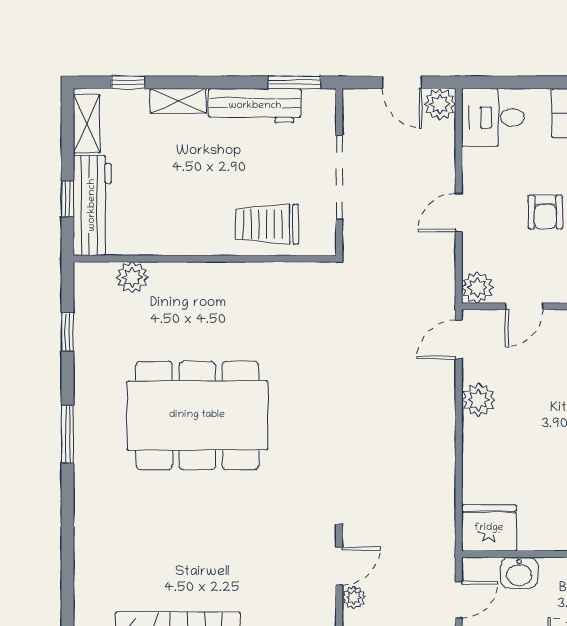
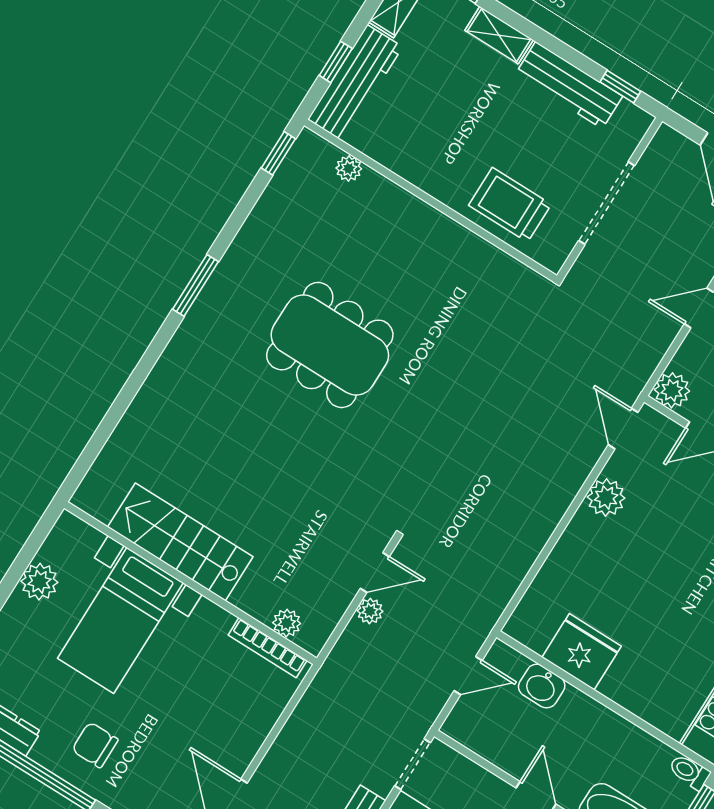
window: (294, 82) -> (620, 87), width x0.67
plant: (132, 277) -> (349, 168), width x0.73, depth x0.73
window: (68, 332) -> (278, 153), moved
door: (459, 340) -> (623, 429), hinge flipped
dining table: (197, 415) -> (330, 345), width x0.73, depth x0.80
fridge: (489, 528) -> (582, 652), moved

